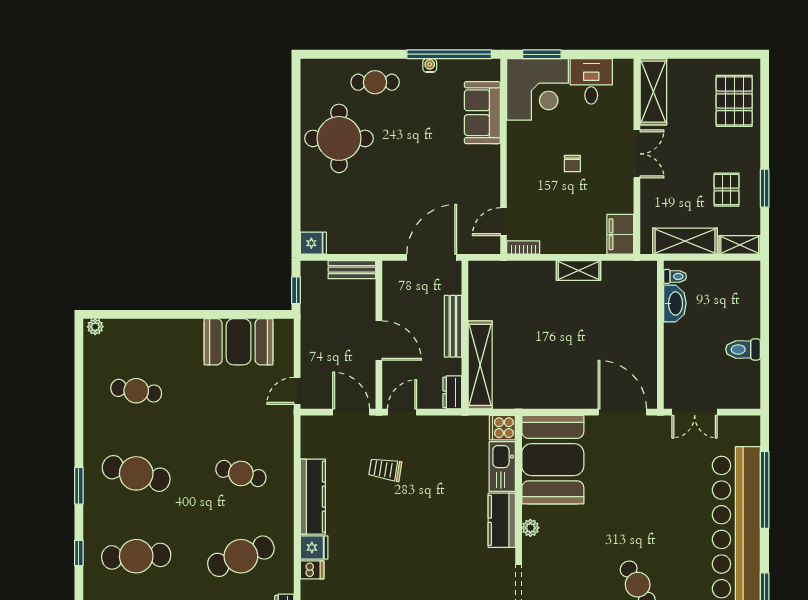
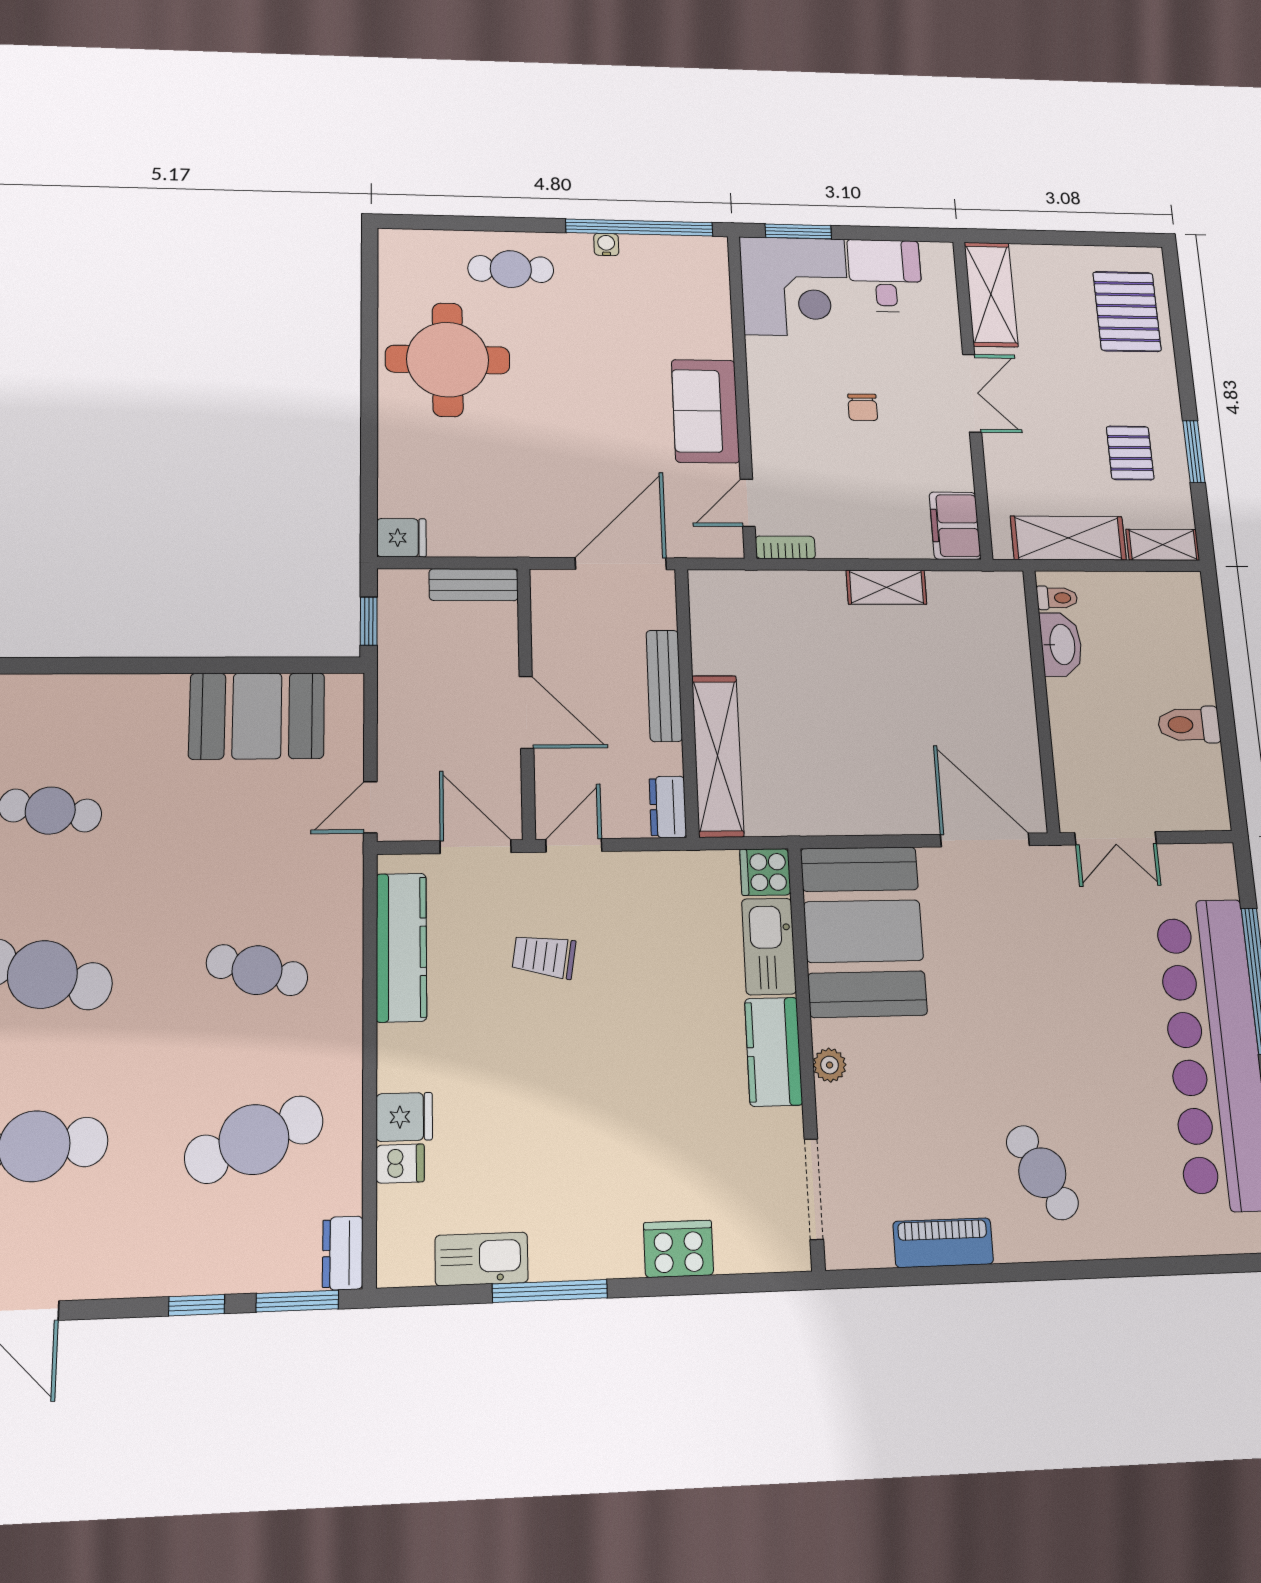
sofa: (482, 113) -> (705, 411), moved
kitchen counter: (313, 497) -> (401, 947), moved

